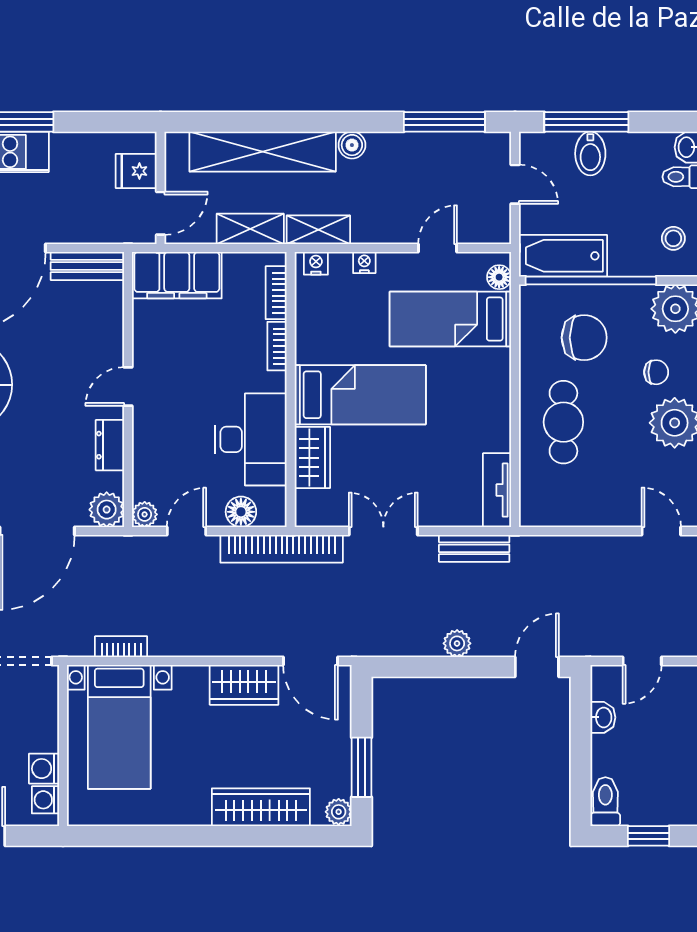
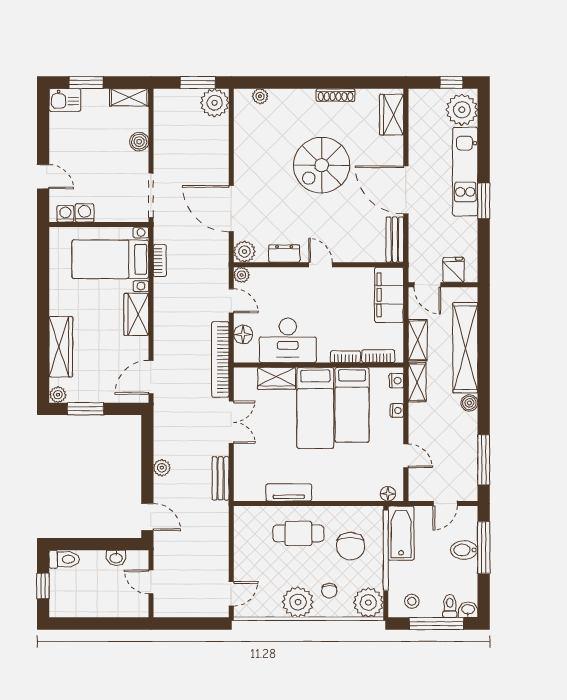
bed: (450, 319) -> (352, 405), moved, turned 180
tv unit: (497, 490) -> (289, 492), moved
wardrobe: (244, 685) -> (136, 314), moved

